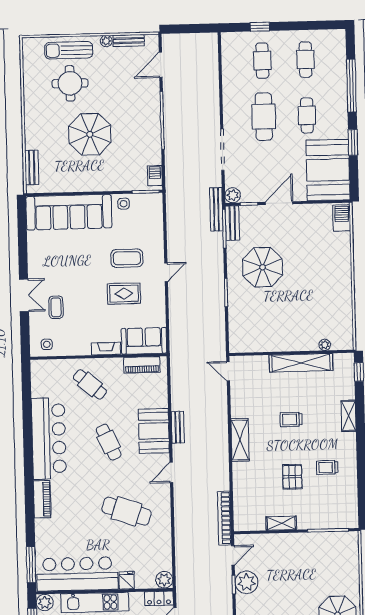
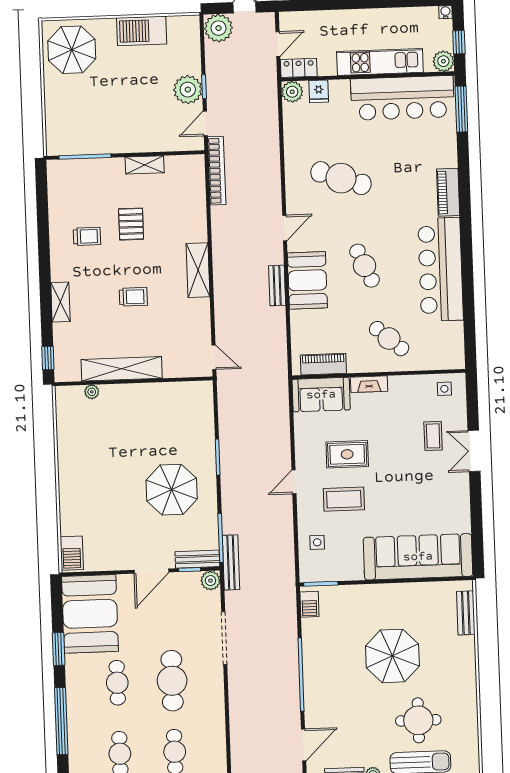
side table: (124, 204) -> (317, 542), moved
bench: (232, 223) -> (197, 559), moved, turned 90
fridge: (127, 580) -> (319, 91), moved

